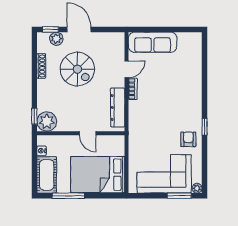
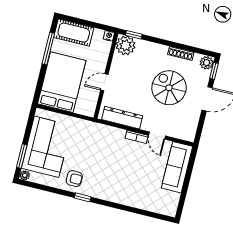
plant: (56, 39) -> (207, 63), moved
spiral stairs: (77, 69) -> (169, 88), turned 90
nightstand: (42, 151) -> (109, 36), moved

